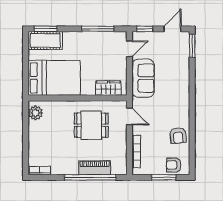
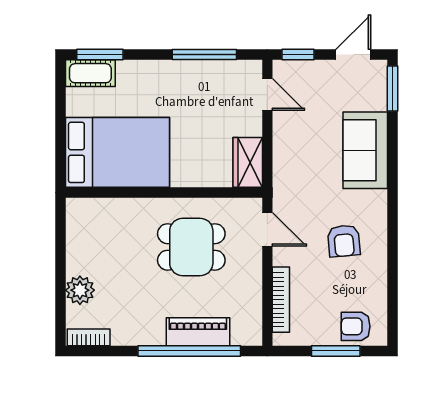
cot: (45, 40) -> (90, 73), width x0.73, depth x0.75
door: (129, 49) -> (267, 94), hinge flipped
sofa: (143, 78) -> (365, 150), moved, turned 180
wardrobe: (108, 88) -> (248, 162), moved, turned -90
plant: (35, 113) -> (80, 290), moved
armchair: (178, 136) -> (344, 241), moved

